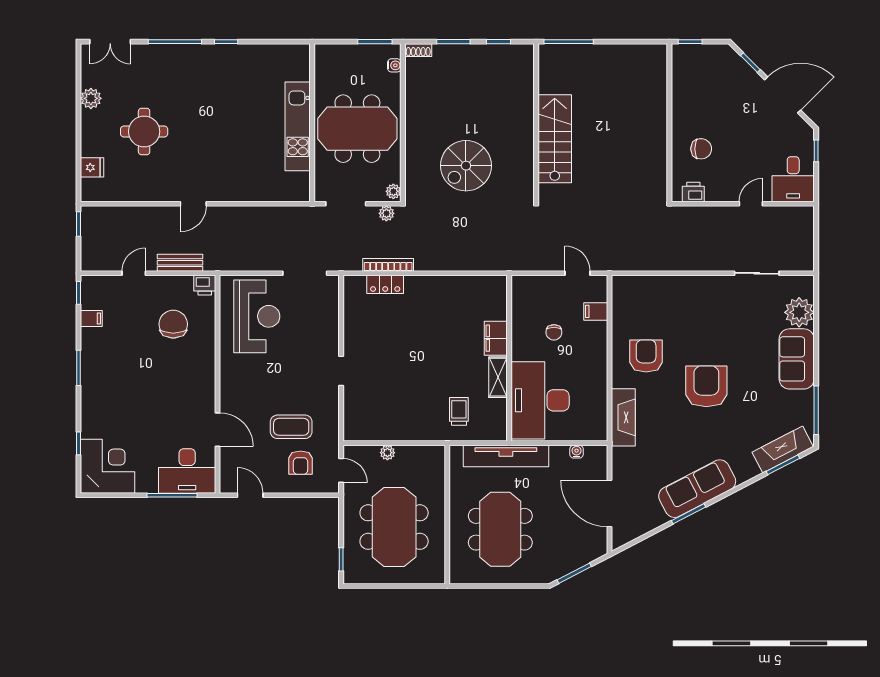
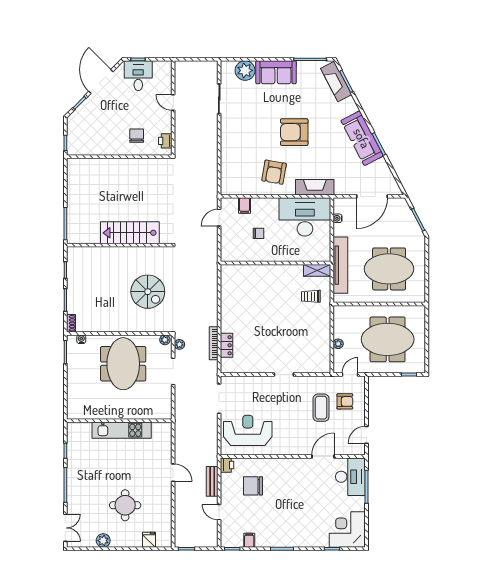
wall: (312, 123) -> (119, 421), moved
kitchen unit: (298, 126) -> (122, 430), moved
desk: (793, 179) -> (138, 76), moved, turned -90
filing cabinet: (496, 338) -> (262, 272), removed
armchair: (646, 356) -> (274, 172), turned -80
shelving: (498, 377) -> (317, 270), moved
desk: (540, 400) -> (305, 217), moved, turned 180

